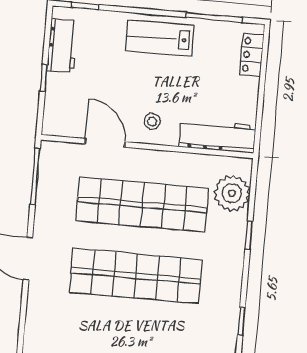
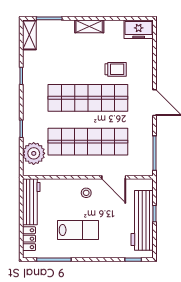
lab bench: (159, 38) -> (78, 230), moved
workbench: (62, 46) -> (142, 220), width x1.88, depth x1.32
workbench: (217, 136) -> (31, 202), moved, turned -90
trolley: (87, 319) -> (116, 69), added

